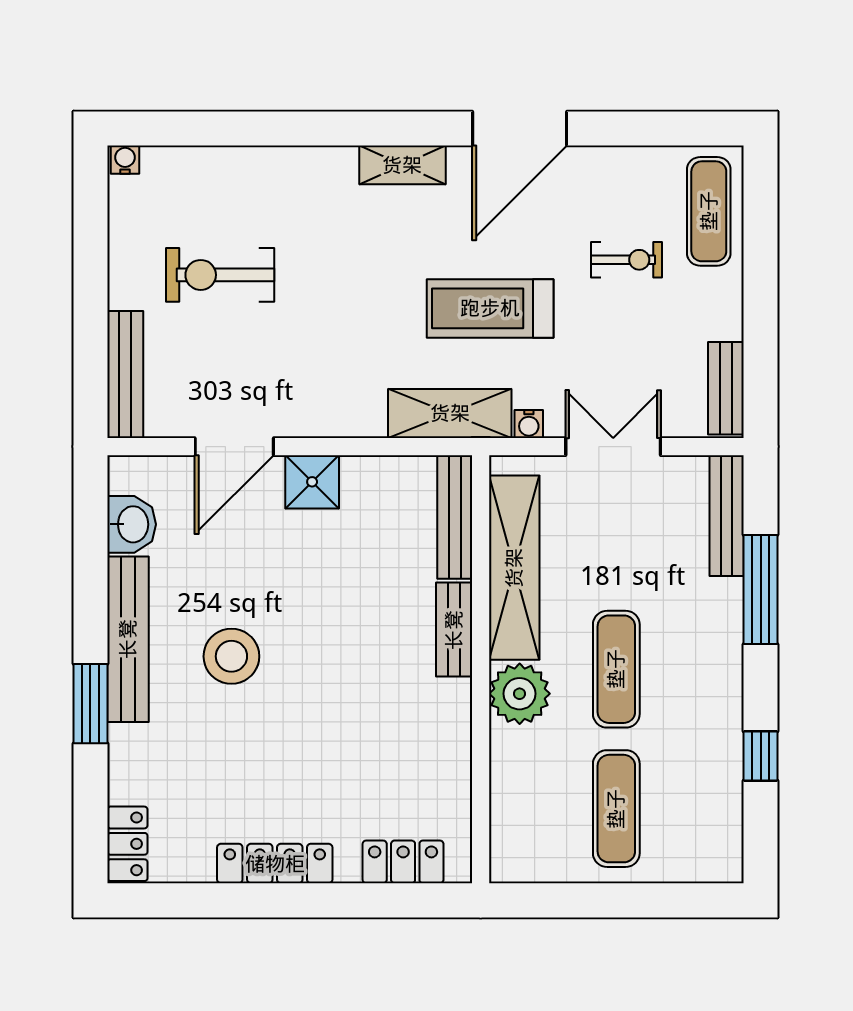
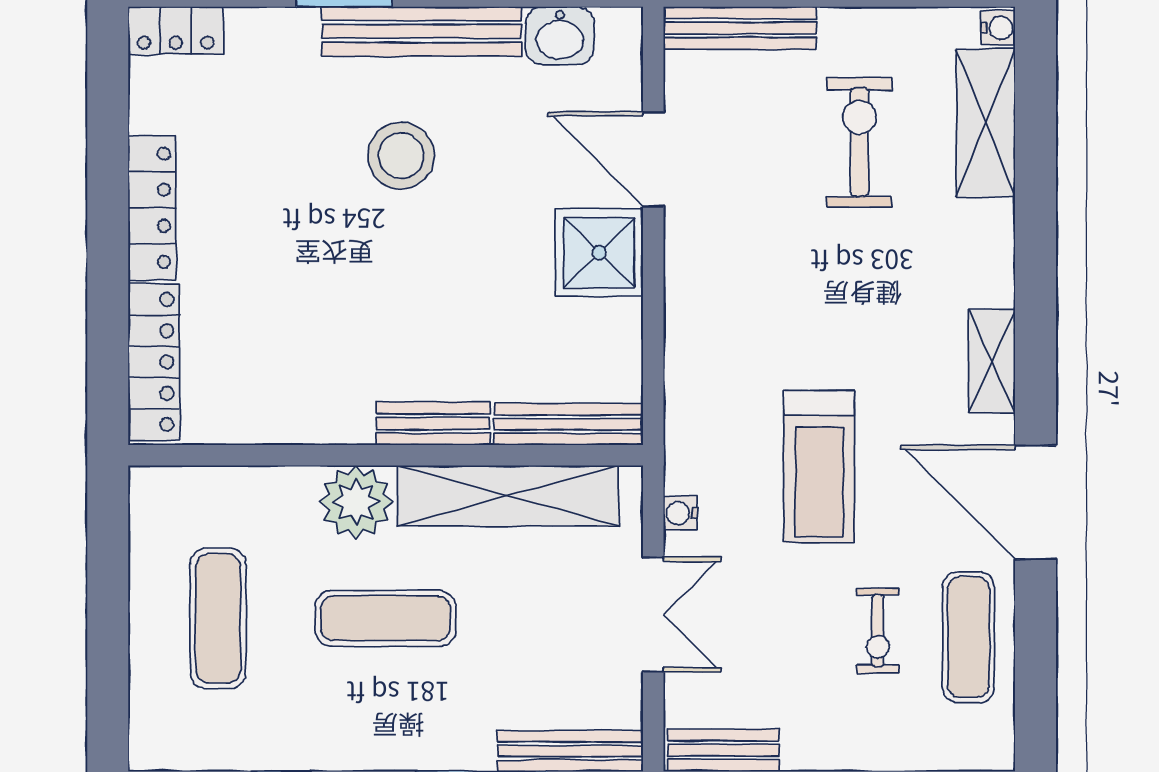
exercise mat: (709, 211) -> (968, 637), moved, turned 90
treadmill: (490, 308) -> (819, 467), turned 180
shelving: (450, 413) -> (986, 123), moved
shower: (312, 482) -> (599, 253), width x1.36, depth x1.36
exercise mat: (616, 809) -> (218, 618), turned 90
locker: (403, 862) -> (154, 362), width x1.53

